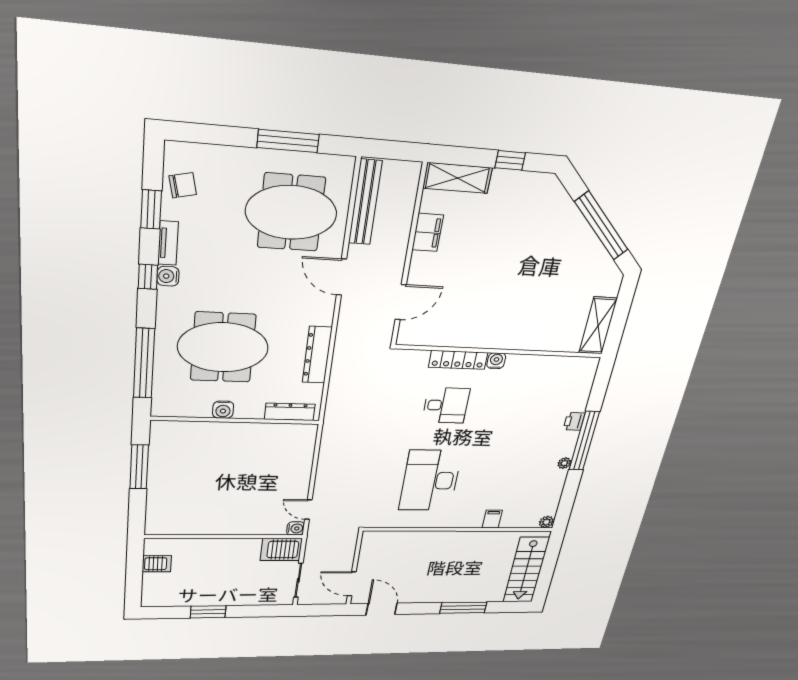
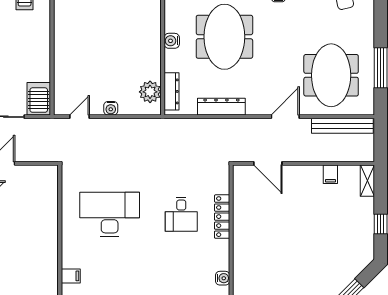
shelving: (457, 178) -> (367, 181), width x0.67, depth x0.75
filing cabinet: (428, 232) -> (330, 174), width x0.50
water cooler: (496, 361) -> (223, 278), moved
plant: (287, 435) -> (150, 92), added
water cooler: (295, 528) -> (111, 108), moved

